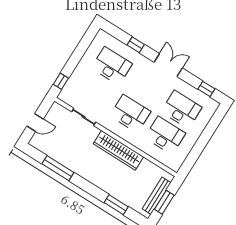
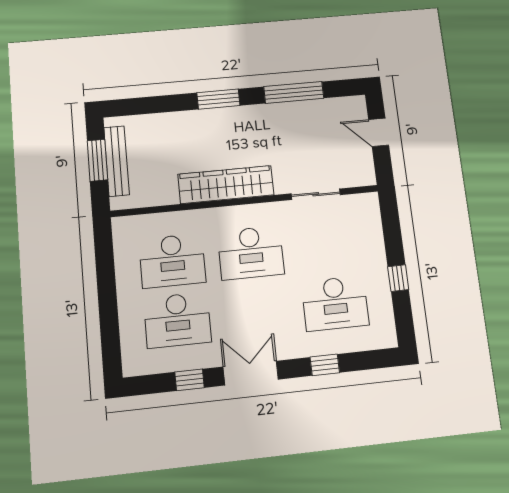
double door: (168, 65) -> (251, 373), swing flipped
window: (61, 81) -> (398, 278), moved
window: (206, 89) -> (190, 380), moved
door: (35, 123) -> (379, 132), hinge flipped
window: (116, 205) -> (218, 99), moved

